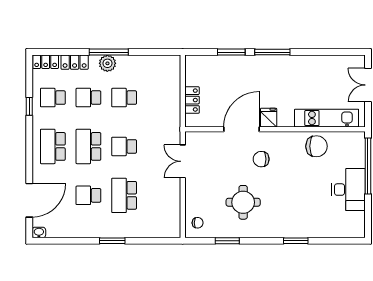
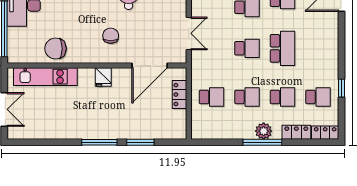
door: (241, 129) -> (150, 66), moved
school desk: (53, 146) -> (211, 97), moved, width x0.54
chair: (261, 159) -> (111, 36), turned -90

